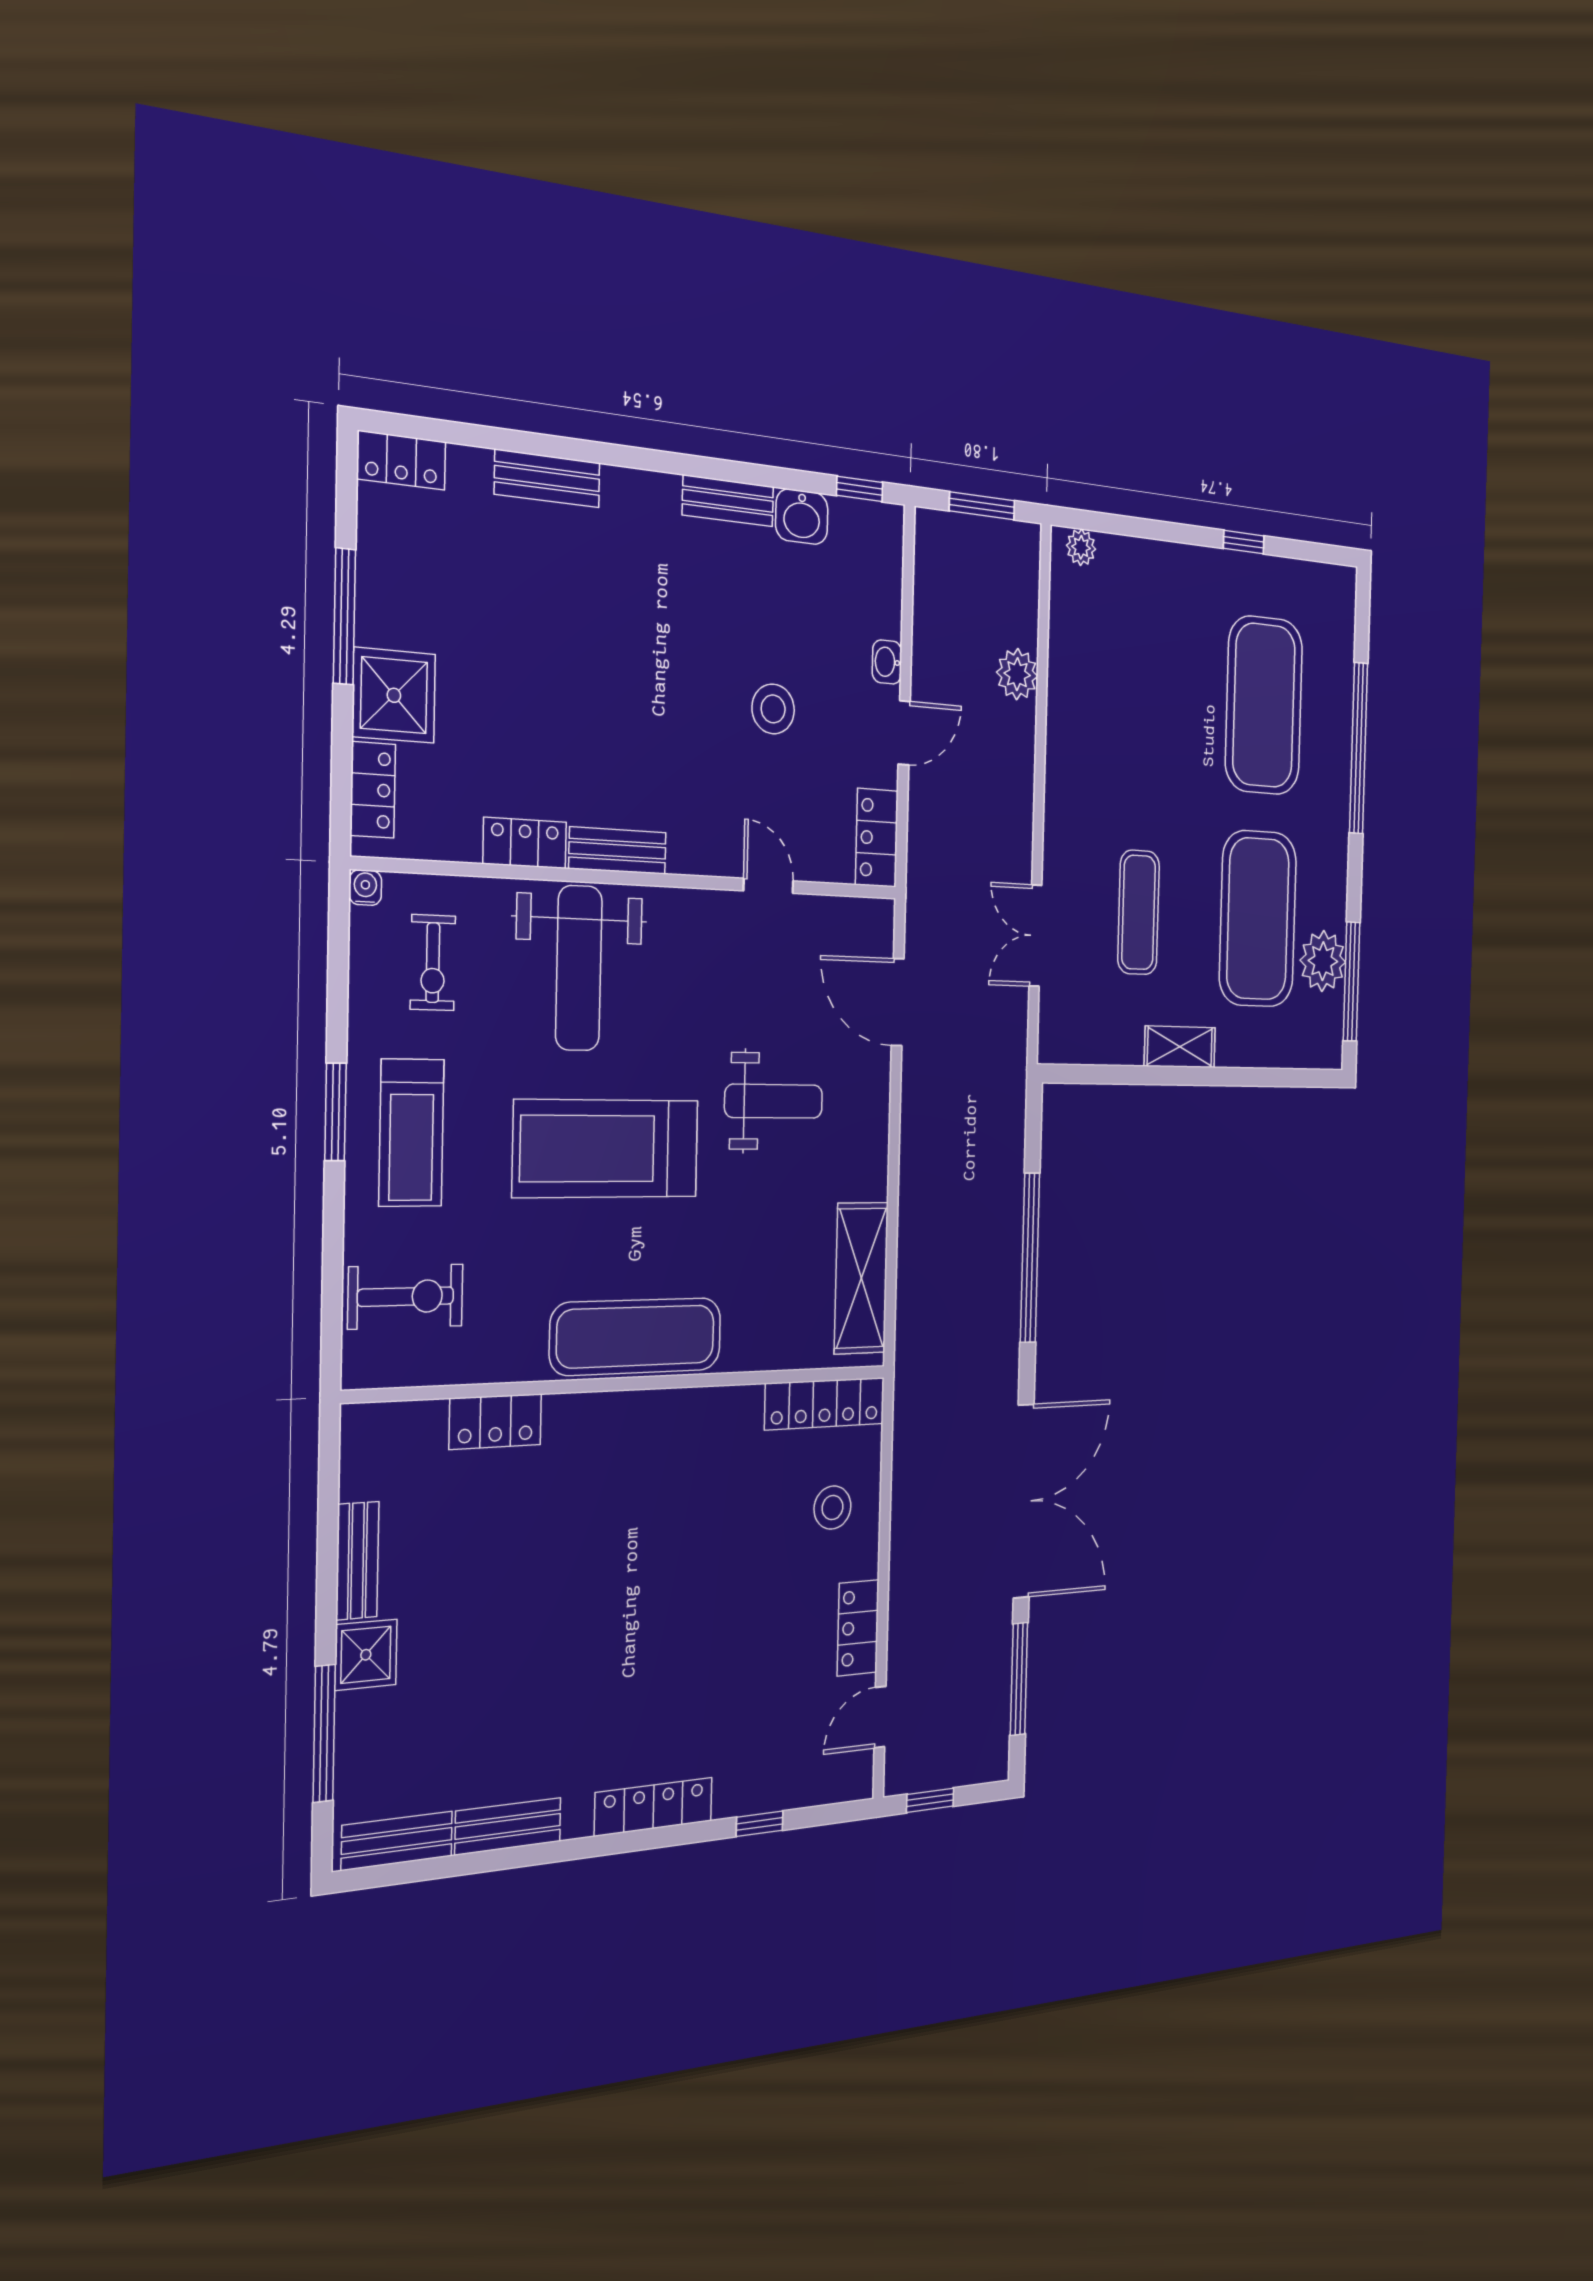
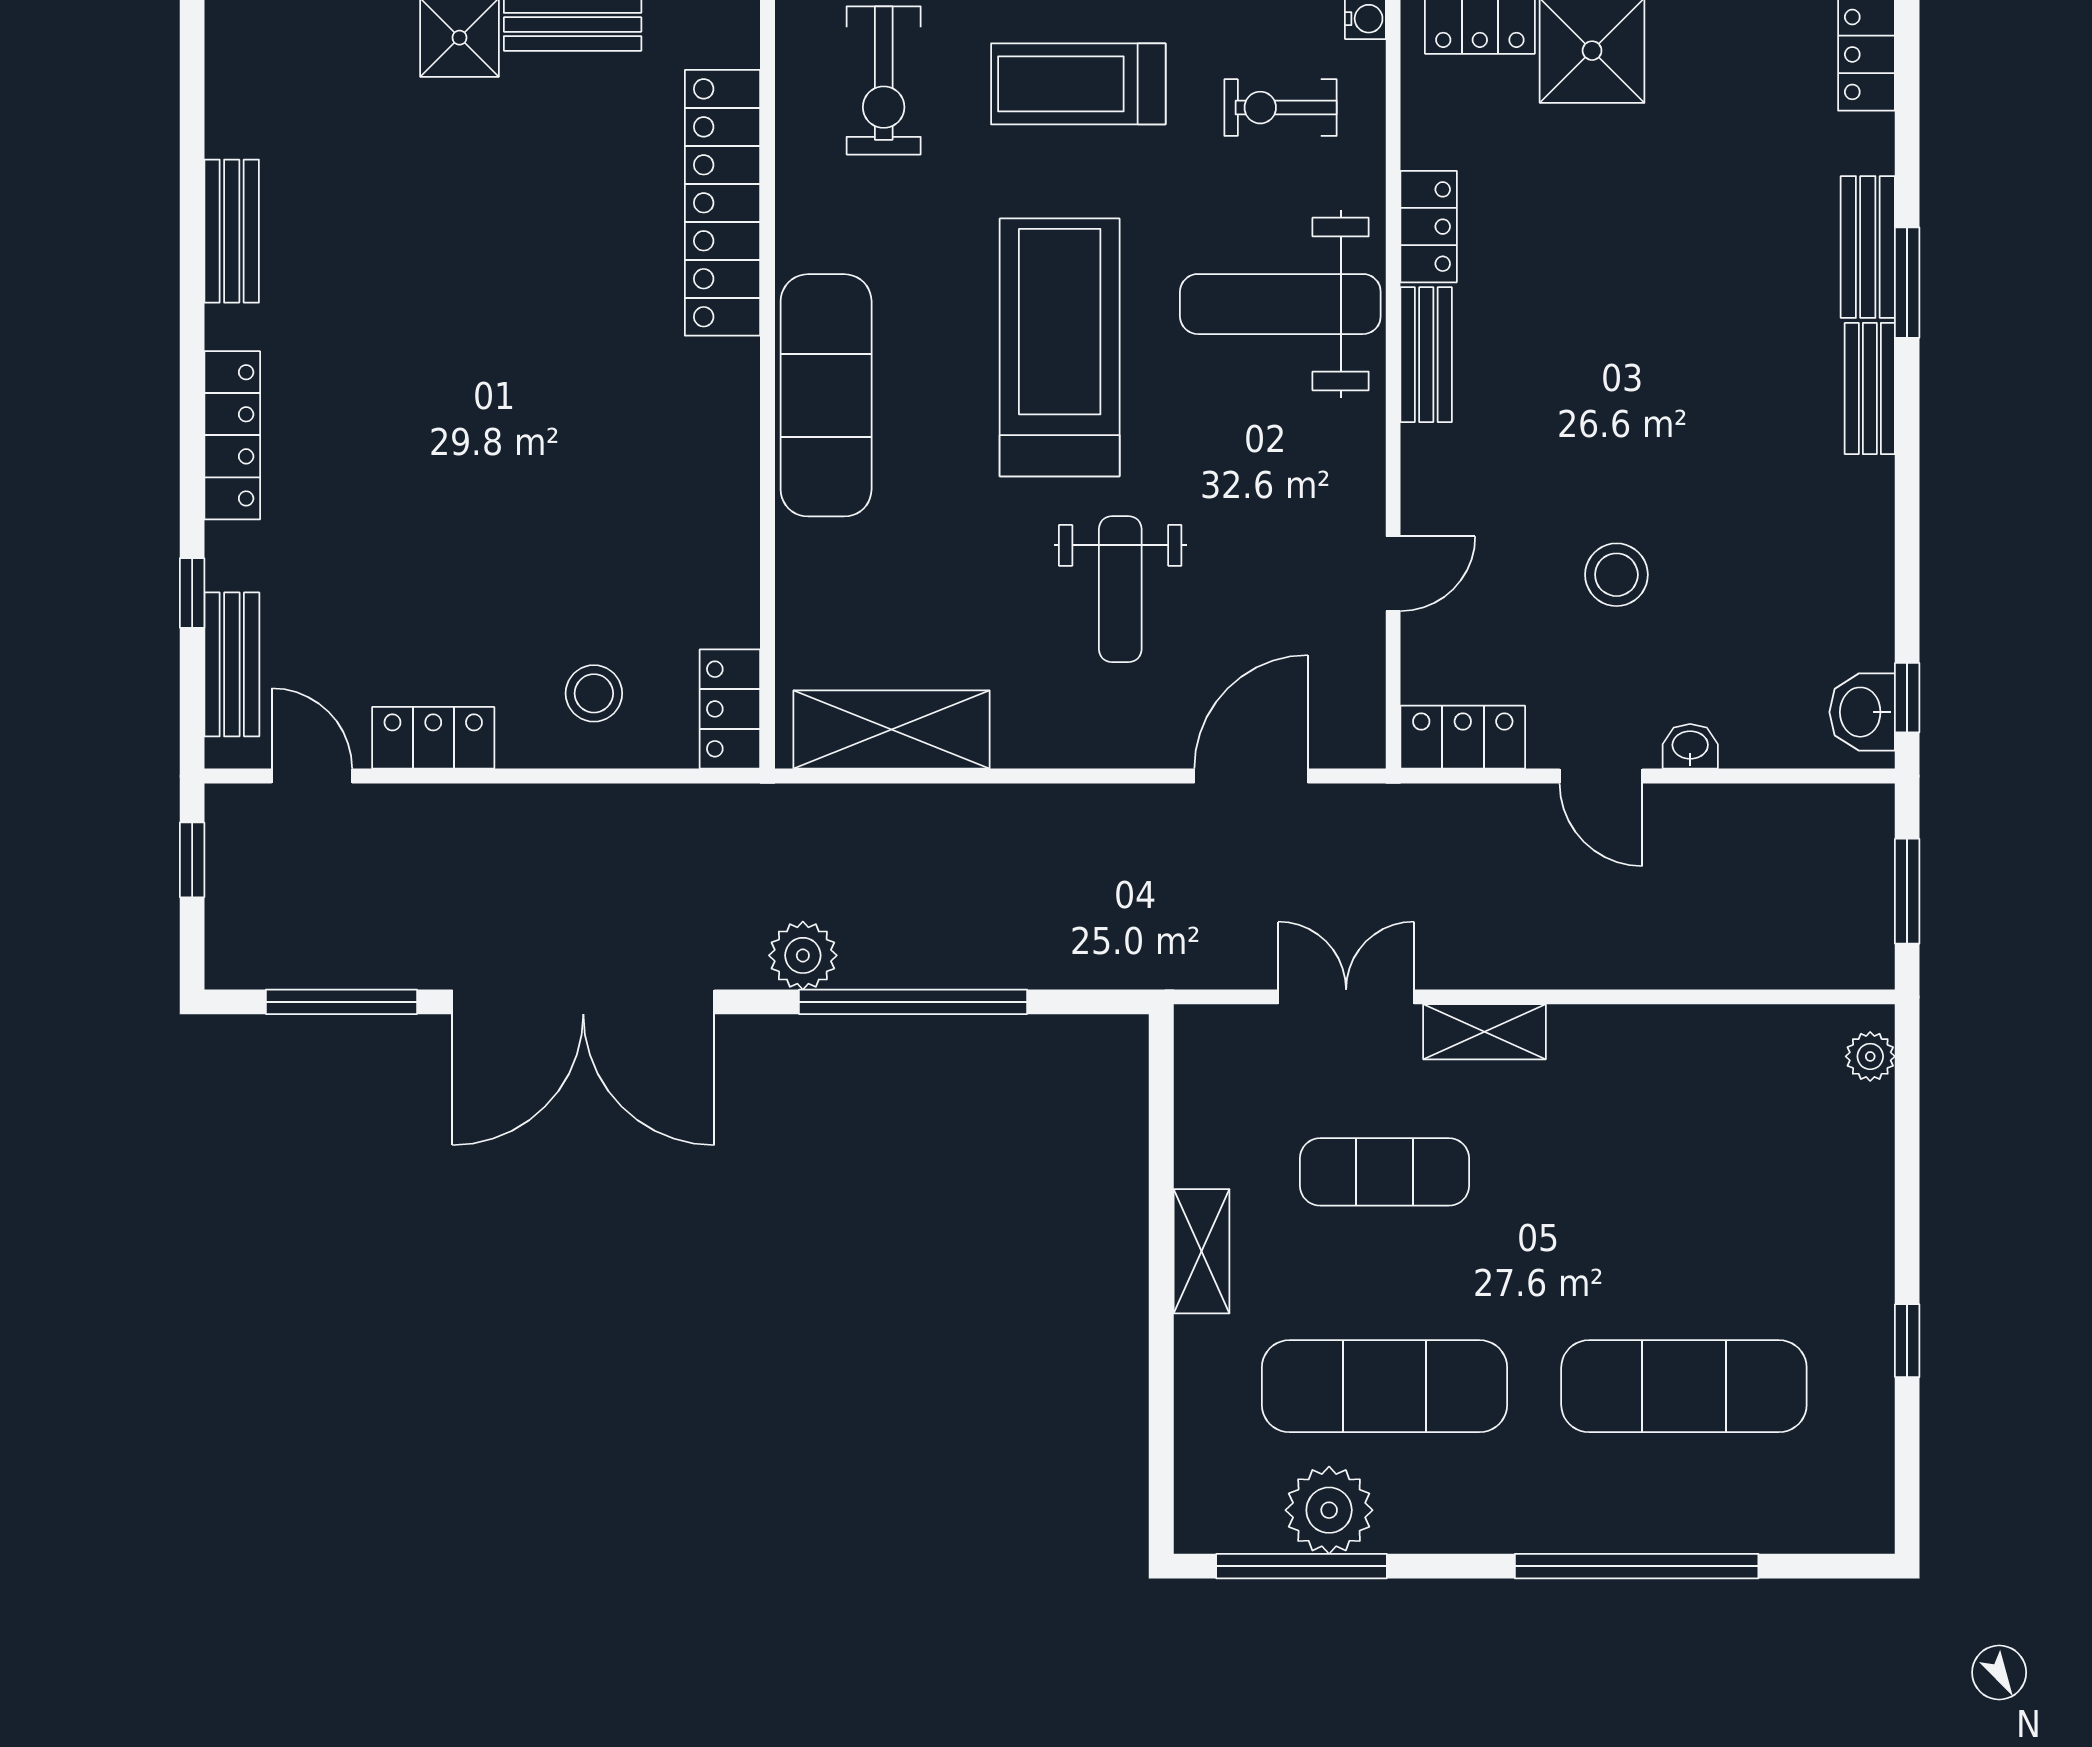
window: (574, 449) -> (1907, 283), added
bench: (728, 501) -> (1870, 389), moved
washbasin: (802, 517) -> (1862, 712), moved
plant: (1017, 674) -> (803, 955), moved
exercise mat: (1264, 705) -> (1684, 1386), width x0.68
shelving: (1059, 834) -> (1484, 1032), added
exercise mat: (1258, 919) -> (1384, 1386), width x0.68
locker: (825, 1404) -> (730, 709), width x0.66
locker: (495, 1422) -> (722, 203), width x2.16, depth x1.21
bench: (397, 1841) -> (232, 664), moved

